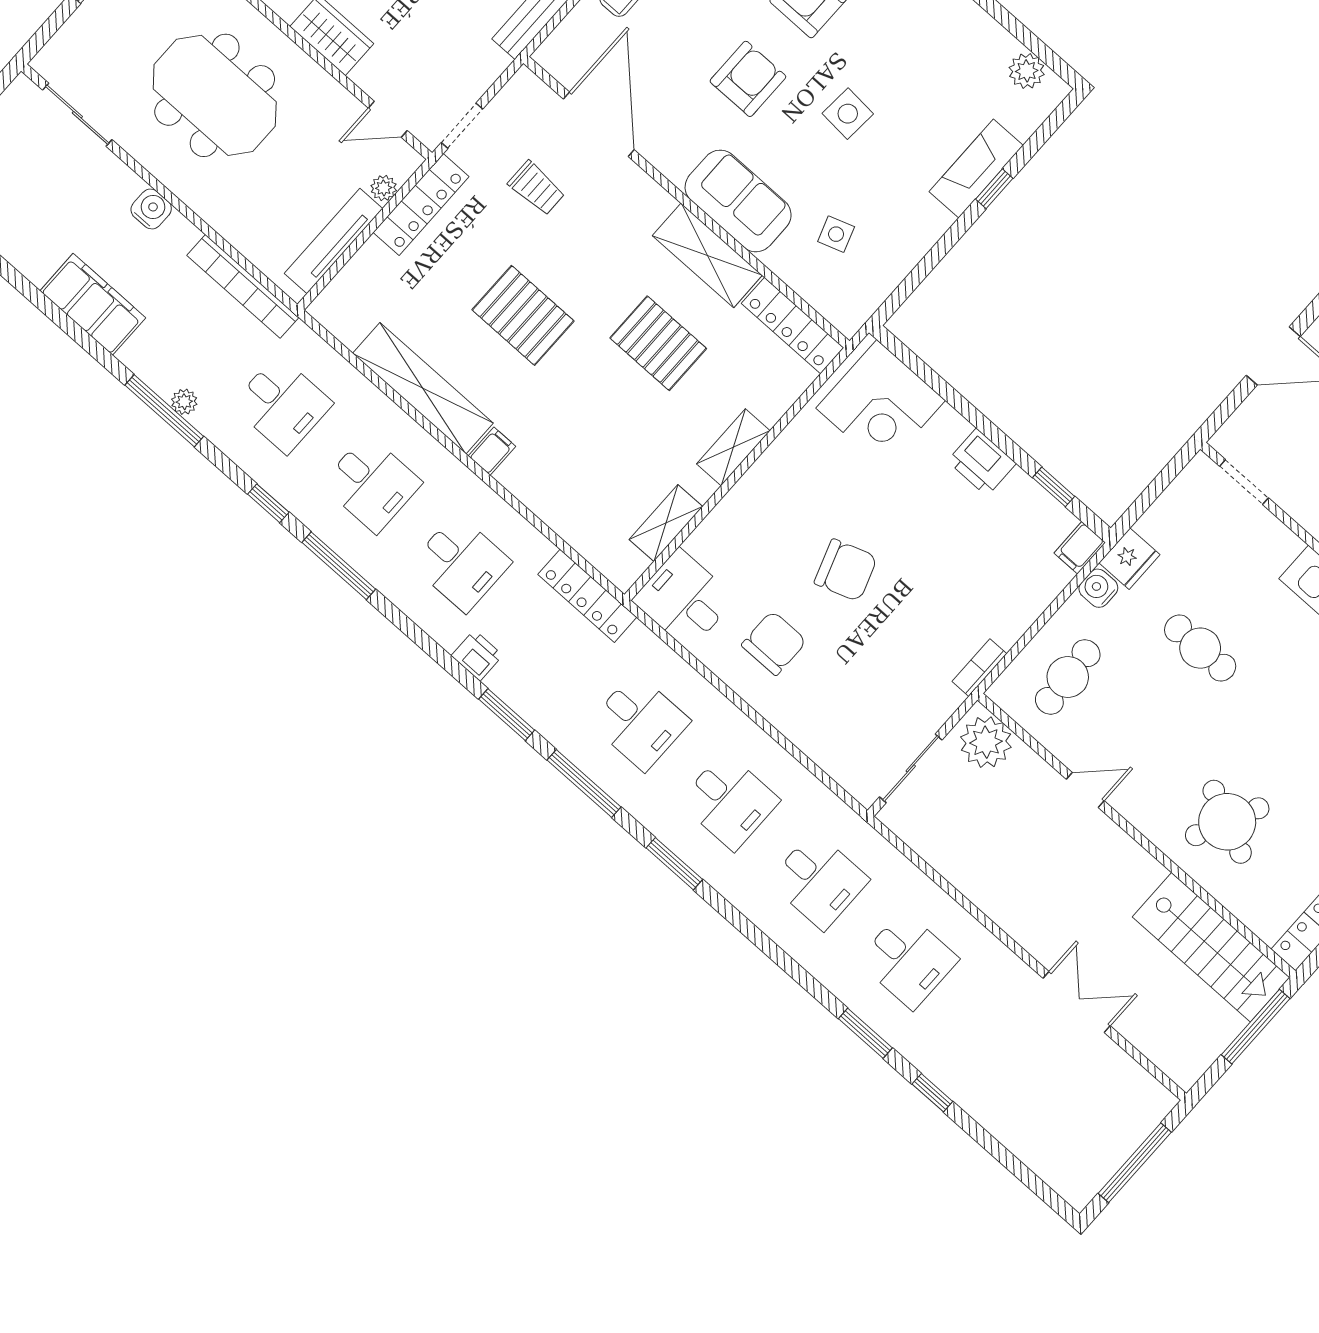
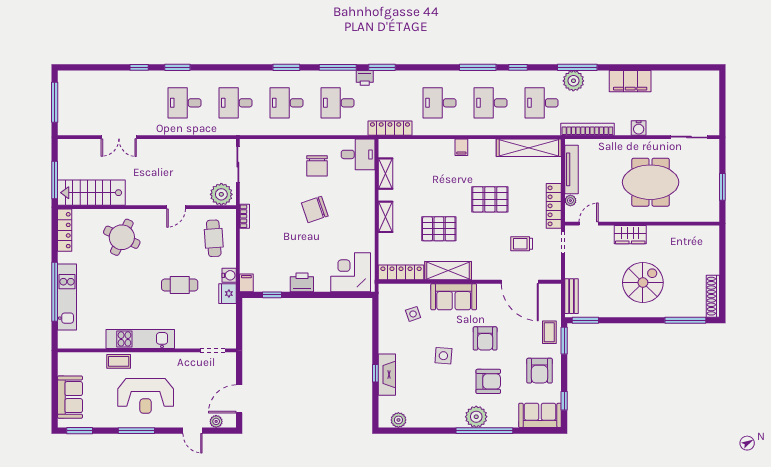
shelving: (423, 388) -> (529, 148), moved
plant: (184, 402) -> (573, 81), width x1.88, depth x1.88
printer: (477, 656) -> (365, 78), moved

